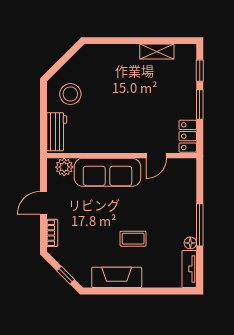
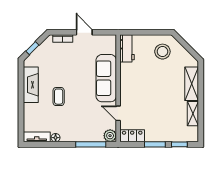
shelving: (115, 53) -> (192, 84), added
workbench: (57, 132) -> (127, 48), moved, turned -90
plant: (64, 167) -> (110, 136), moved
window: (200, 225) -> (91, 144), moved

